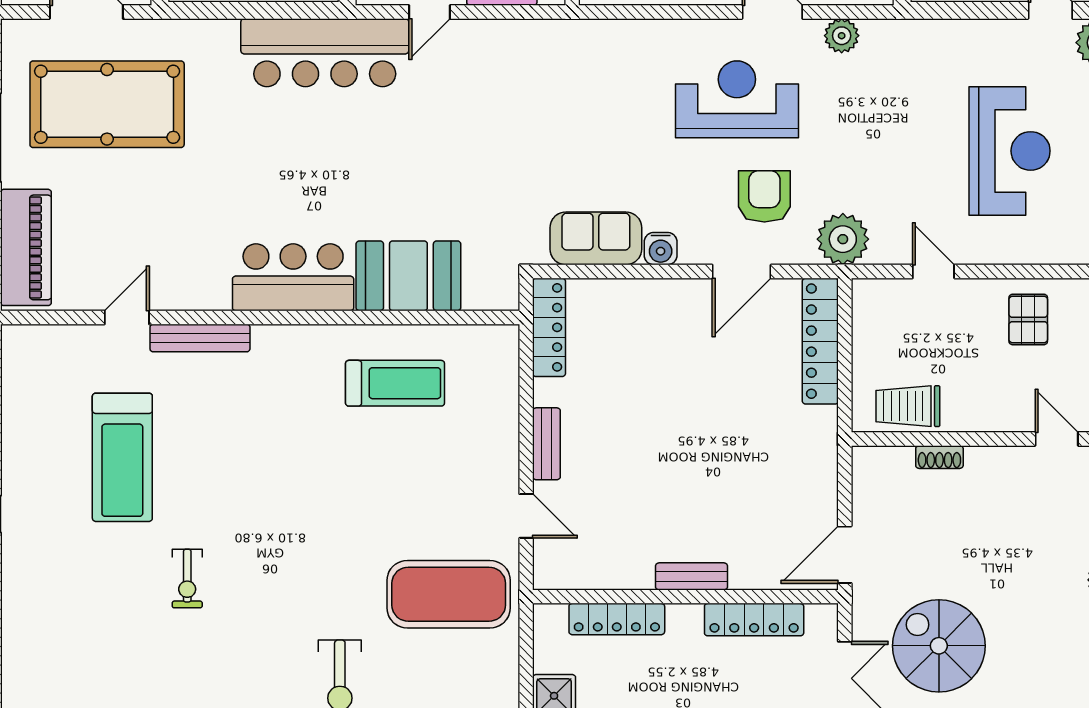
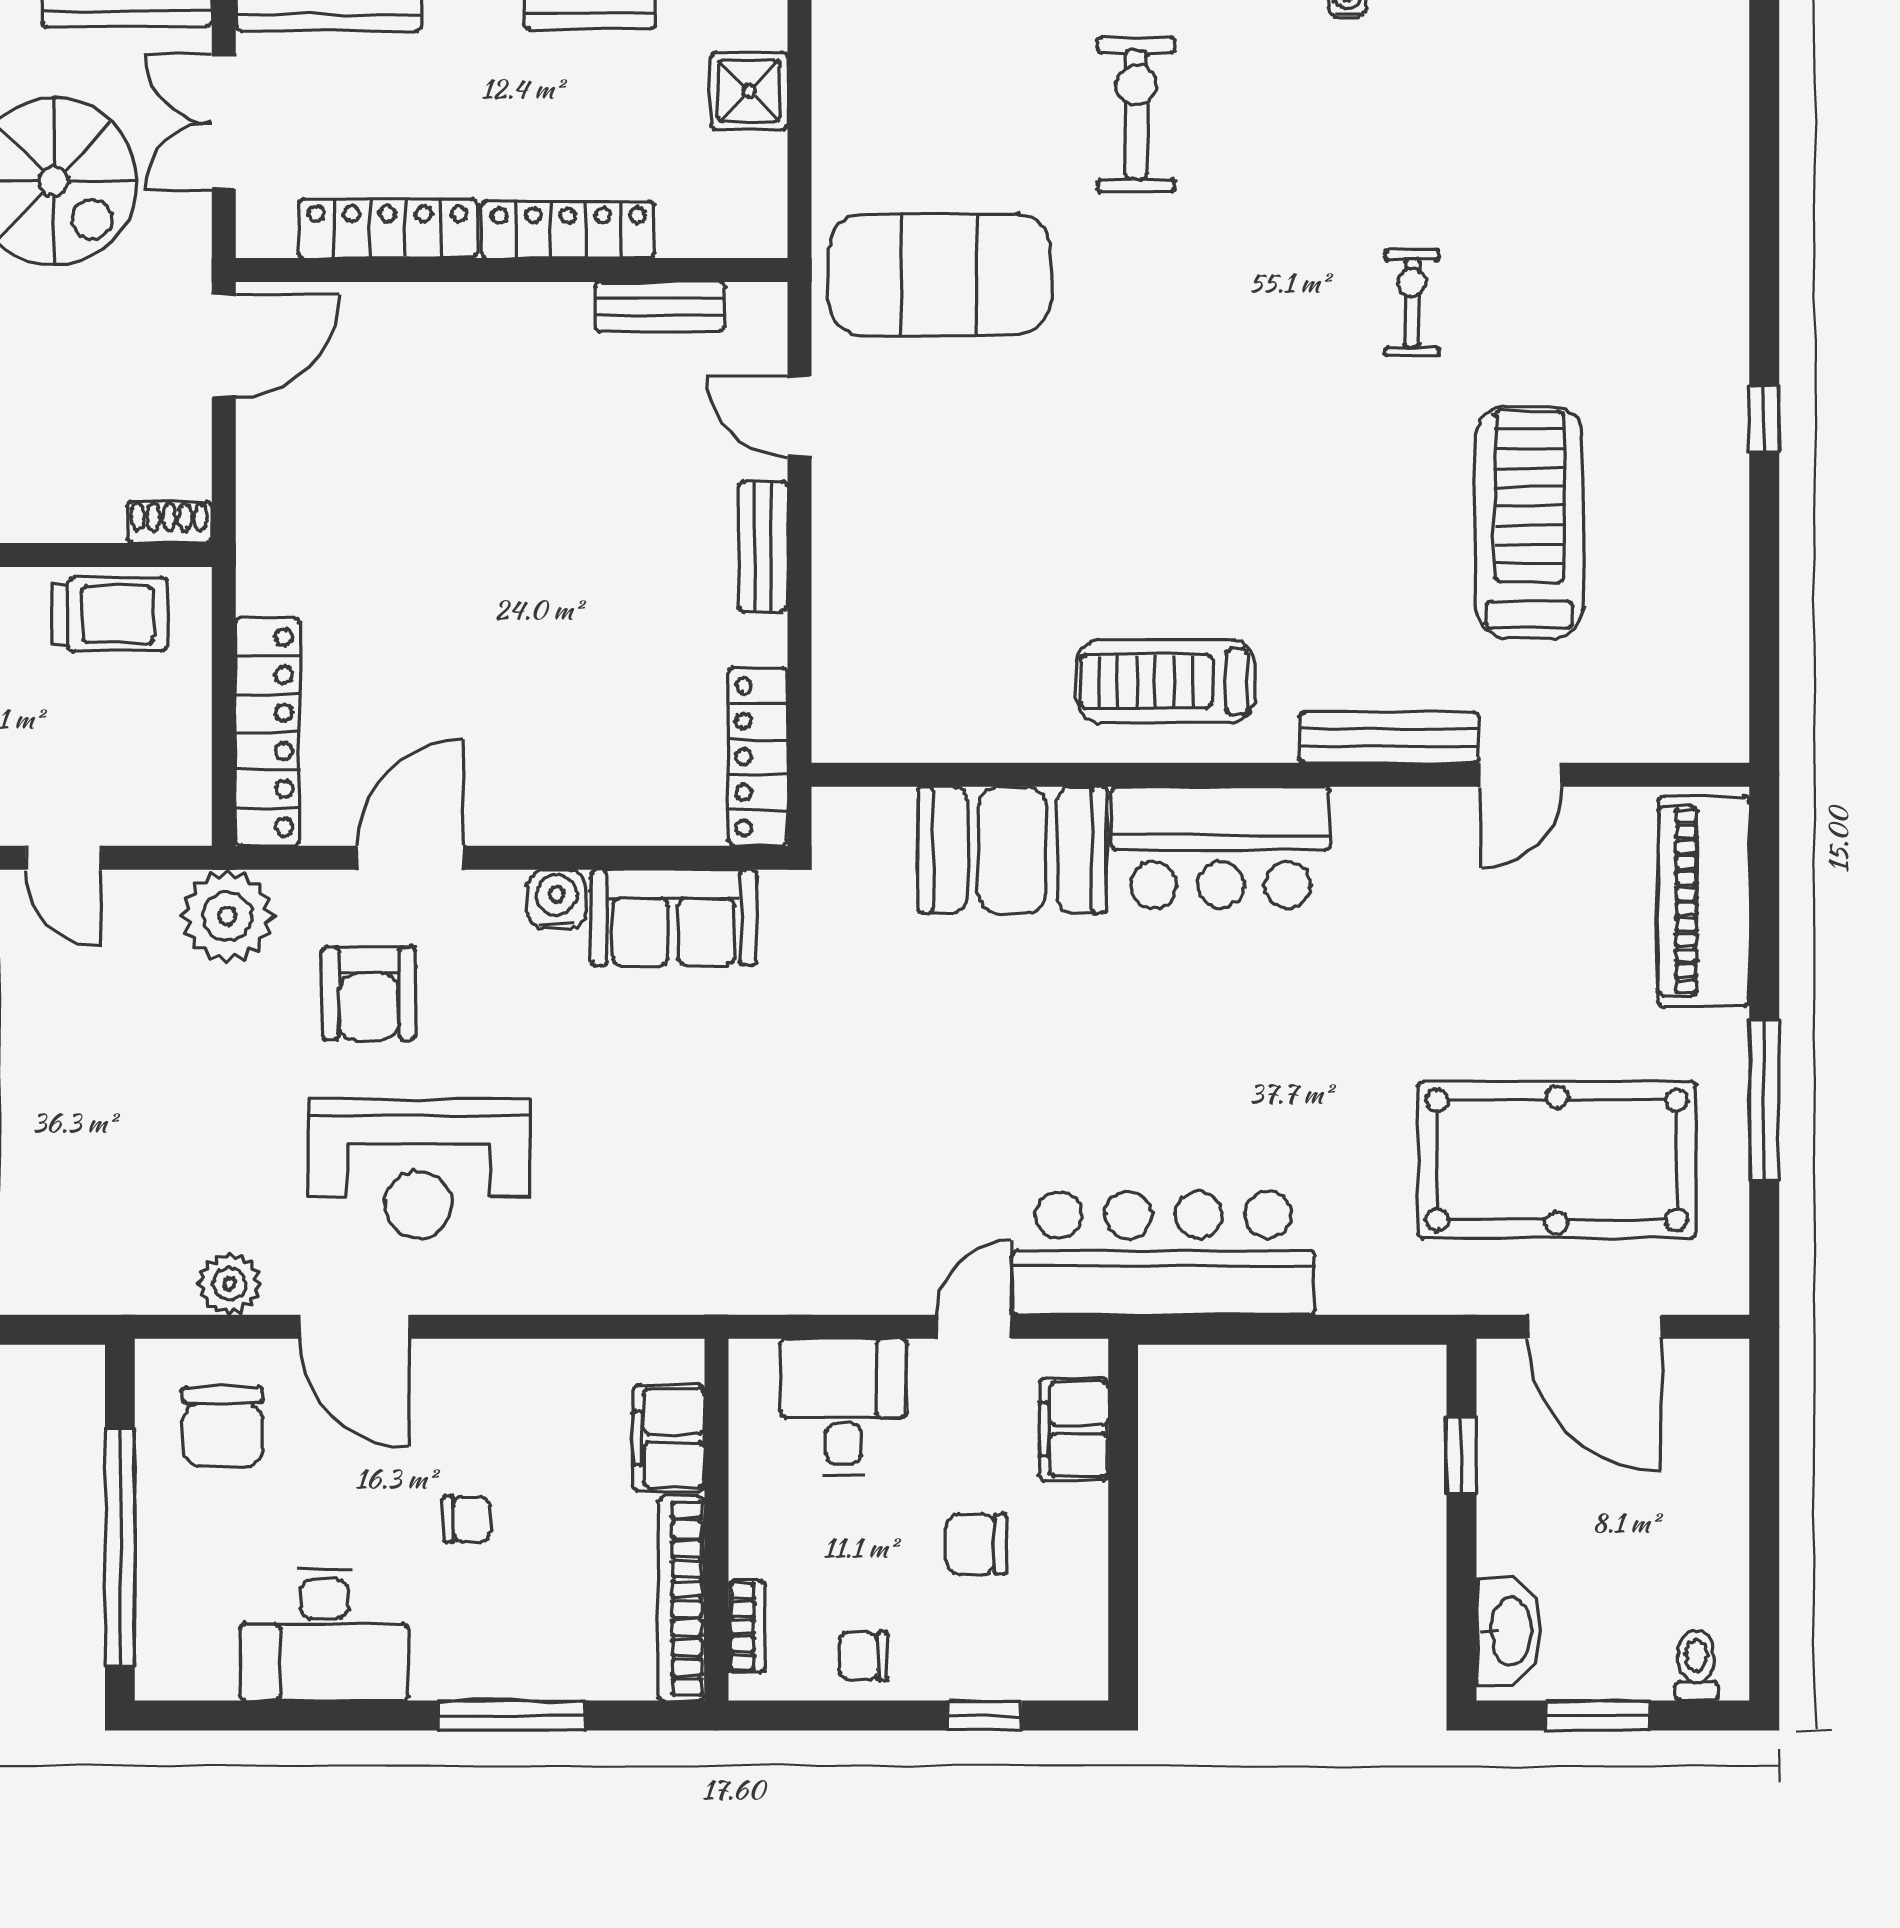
treadmill: (395, 383) -> (1166, 681), moved
shoe rack: (939, 457) -> (169, 522), moved
bench: (691, 576) -> (660, 307), moved
locker: (617, 619) -> (568, 230), moved

